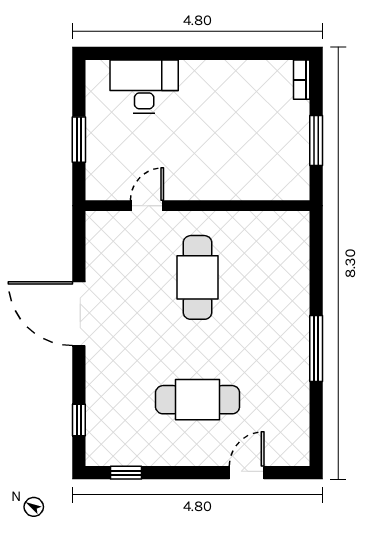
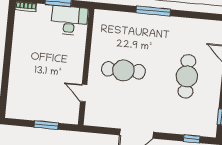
desk: (144, 86) -> (69, 21), moved, turned 90
window: (316, 348) -> (153, 11), moved

